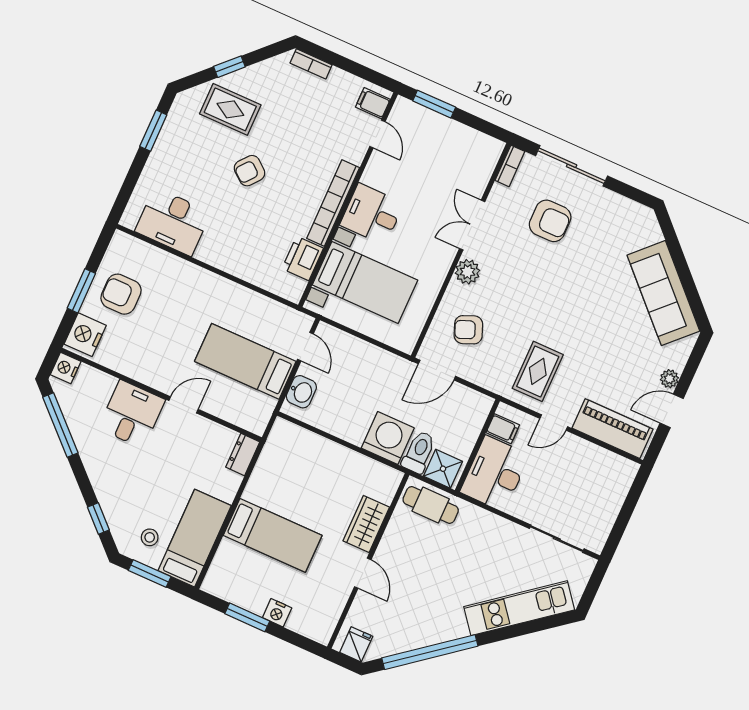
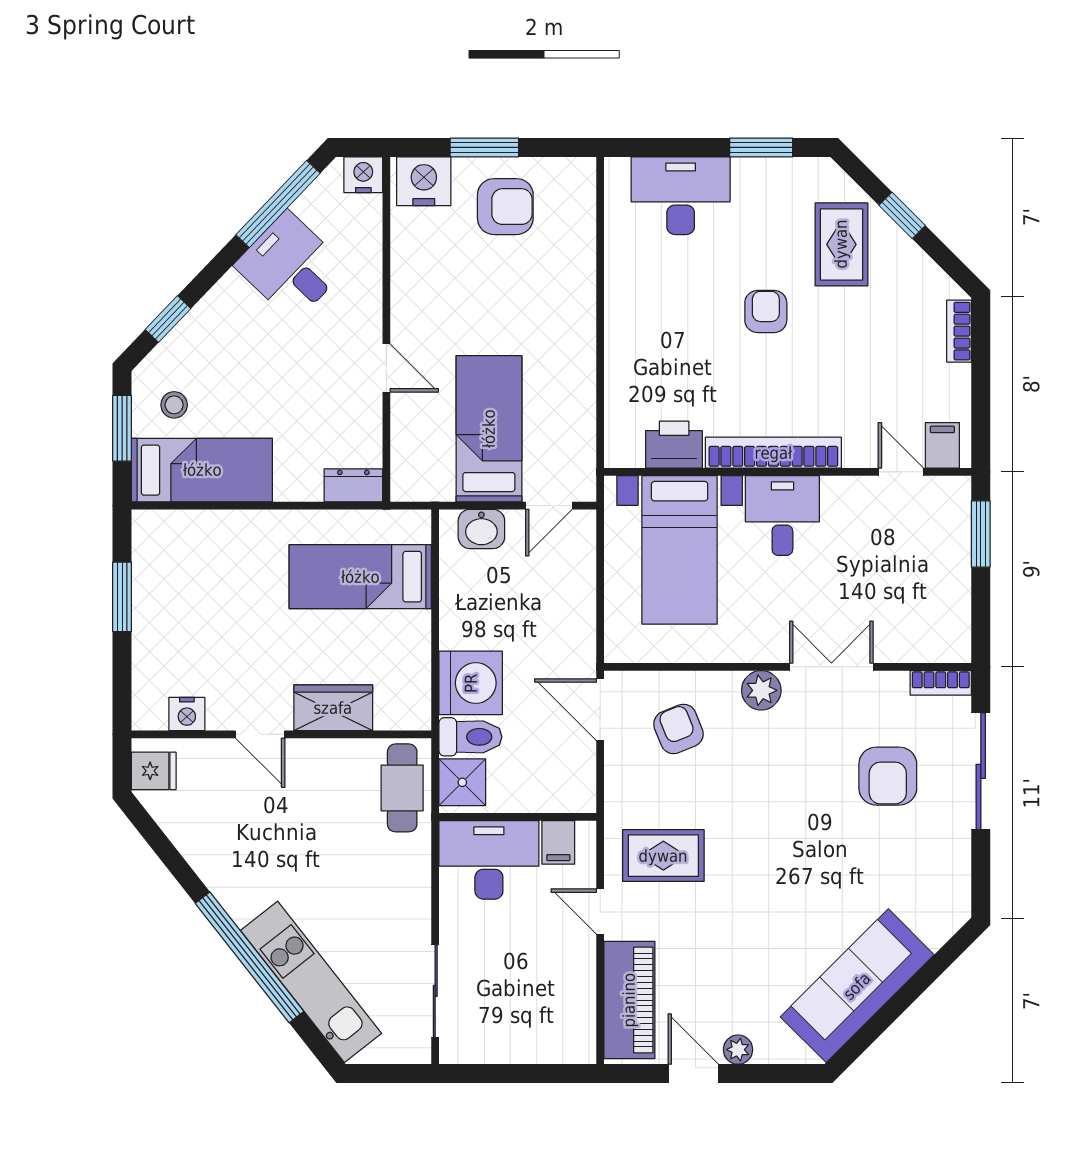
door: (377, 134) -> (901, 472), swing flipped
armchair: (250, 171) -> (766, 311), turned 51
desk: (173, 222) -> (681, 196), moved, turned 90
armchair: (121, 294) -> (505, 207), turned 90
desk: (132, 414) -> (291, 266), moved, turned -136
bed: (273, 535) -> (360, 577), moved, turned 90
door: (363, 573) -> (260, 734), hinge flipped
nightstand: (277, 613) -> (187, 714), moved, turned -90
window: (430, 652) -> (250, 957), moved

